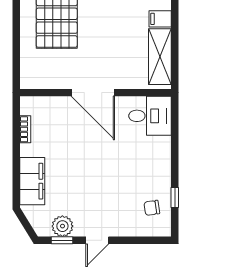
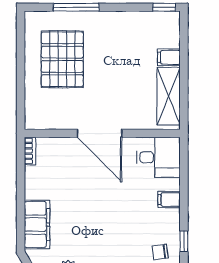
bookcase: (25, 129) -> (30, 151), moved
filing cabinet: (160, 157) -> (169, 200), added

